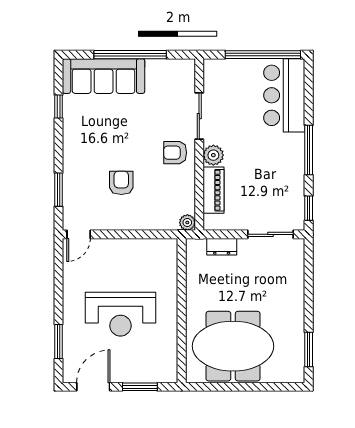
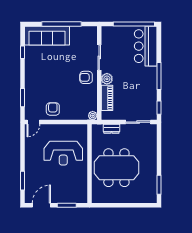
armchair: (121, 183) -> (53, 109), moved
reception desk: (121, 314) -> (63, 153), moved
meeting table: (233, 346) -> (116, 168), moved

